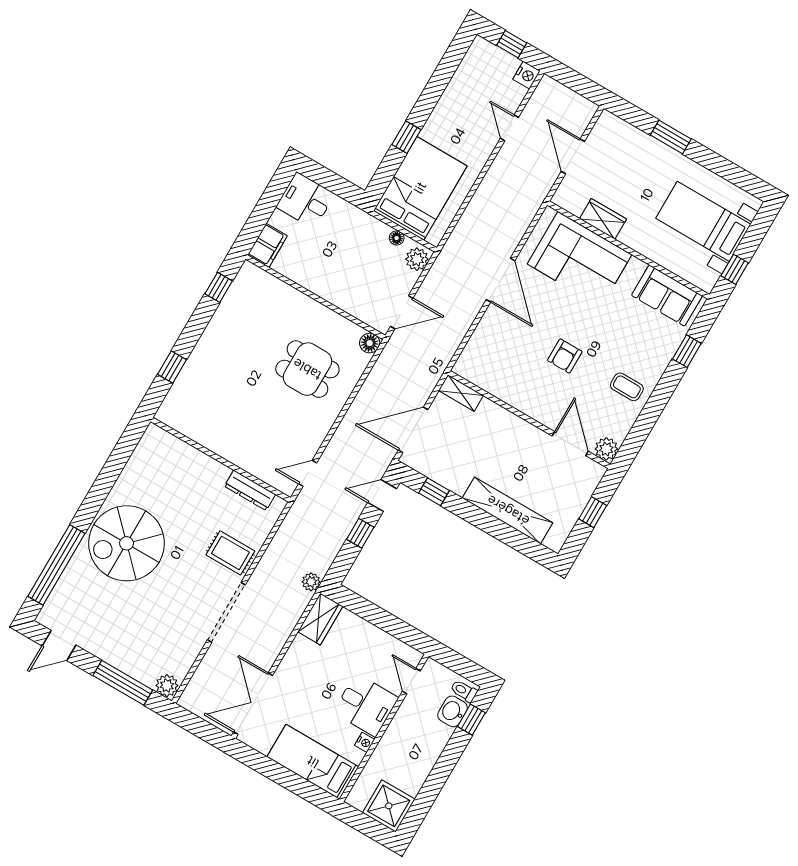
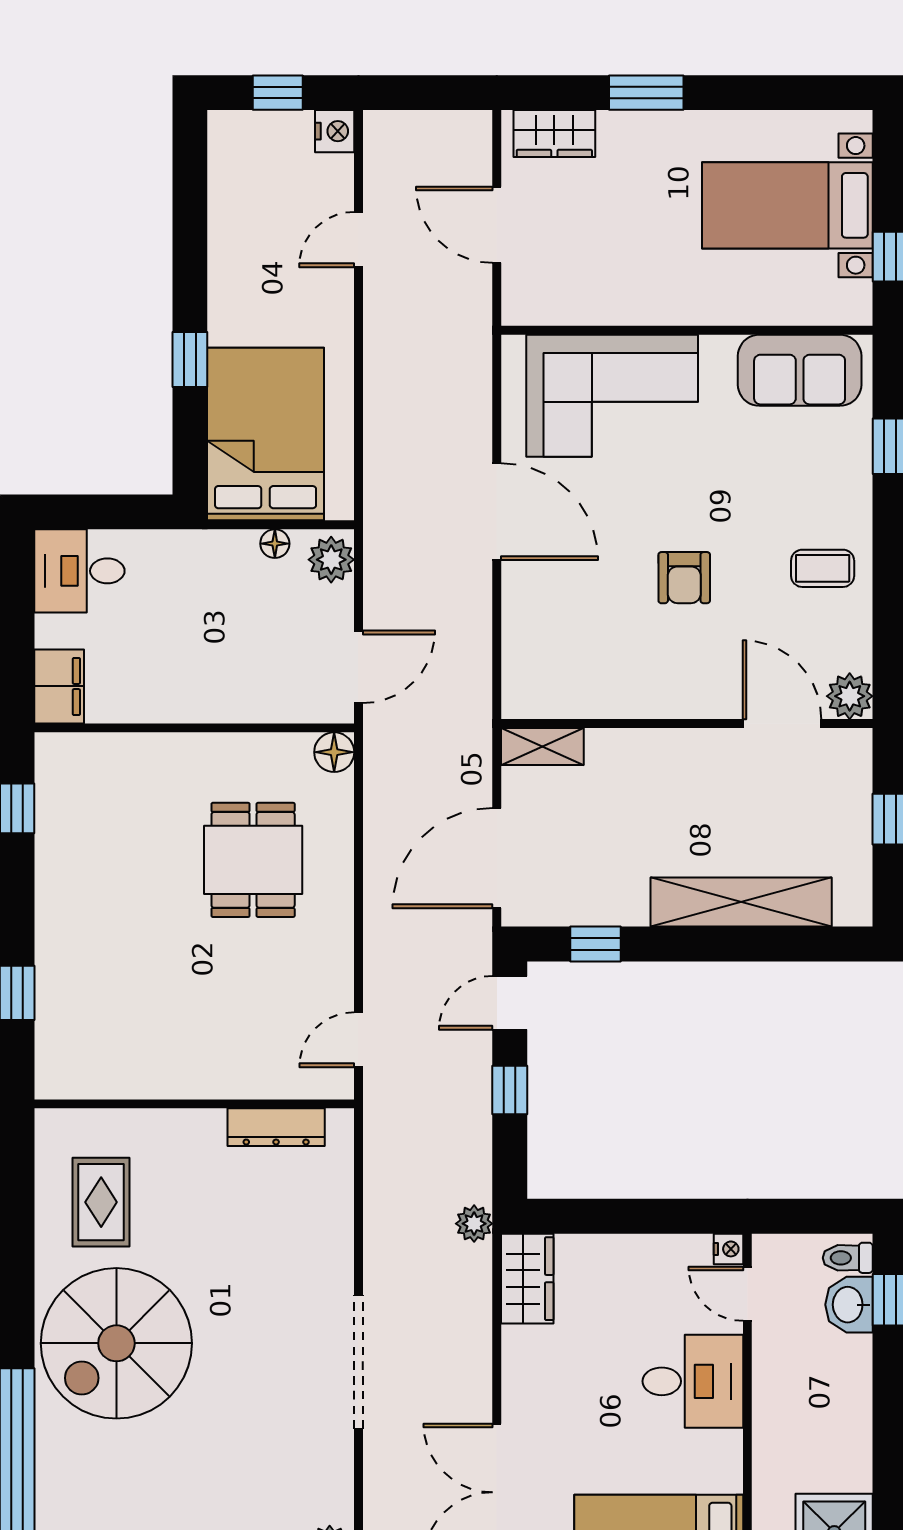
door: (509, 128) -> (358, 240), hinge flipped
wardrobe: (603, 219) -> (554, 134), moved, turned 180
dining table: (307, 369) -> (253, 860), turned 90
rug: (230, 553) -> (101, 1202), moved, turned 90
nightstand: (365, 742) -> (728, 1249), moved

